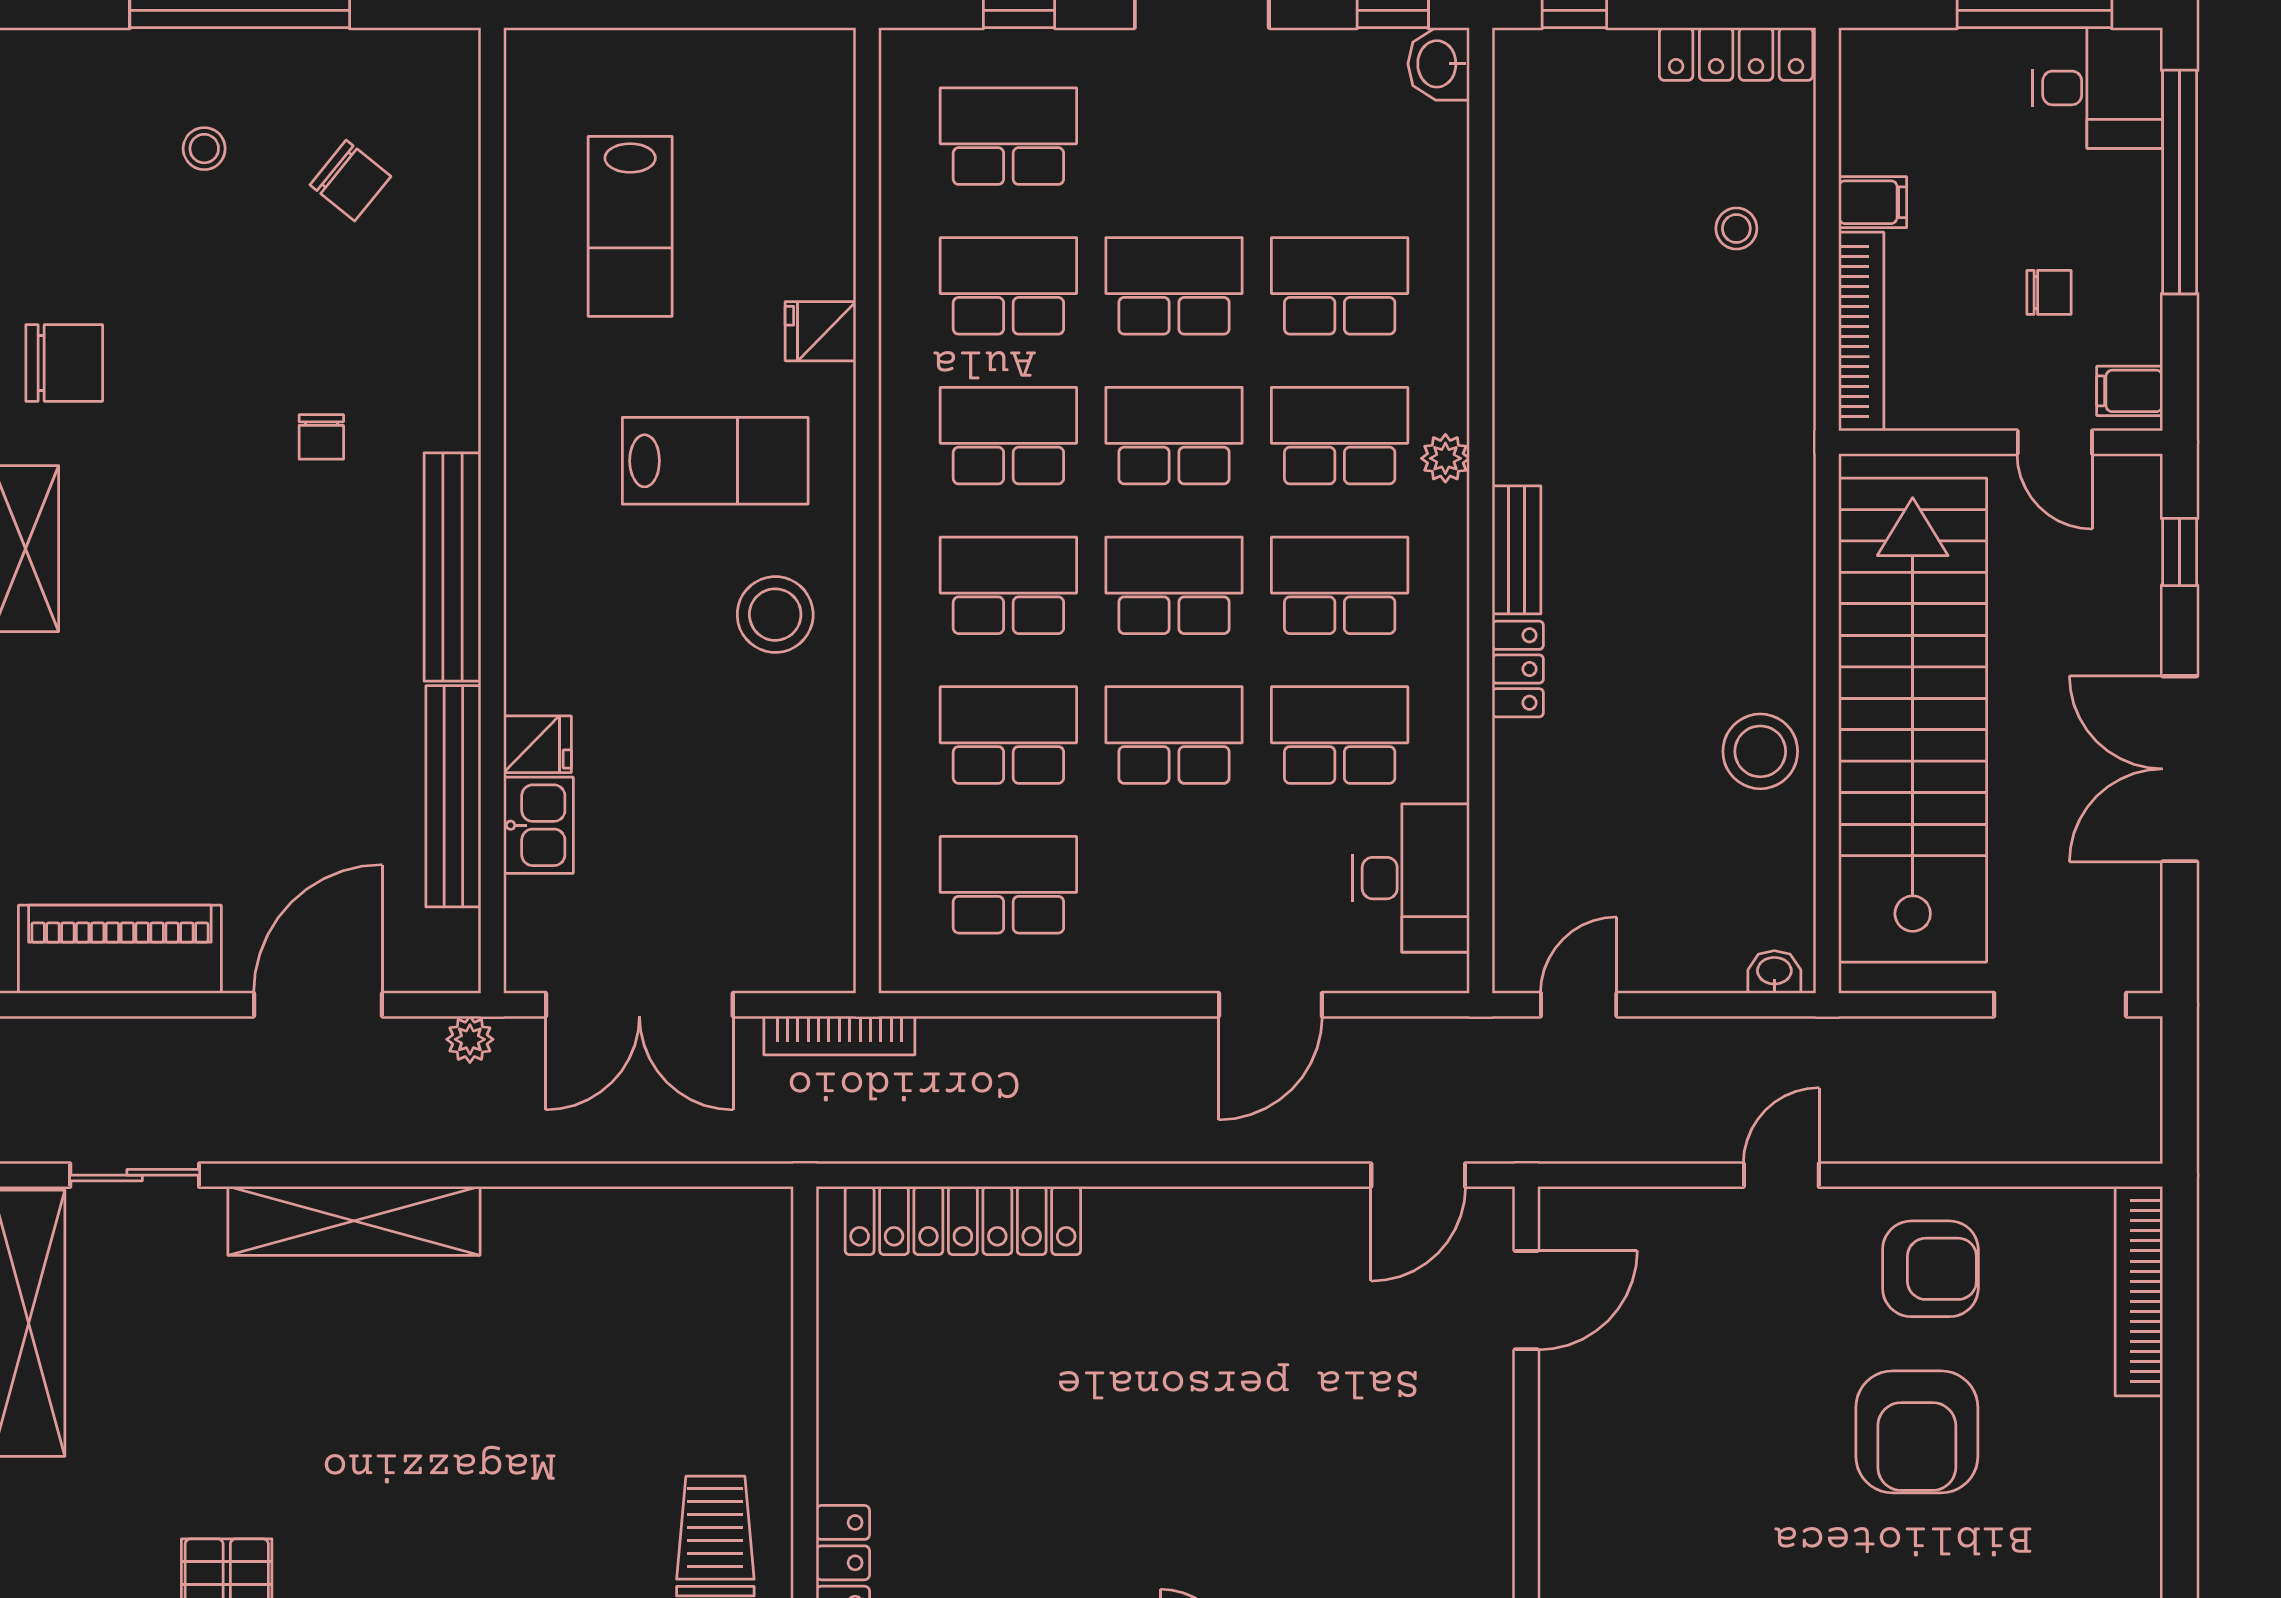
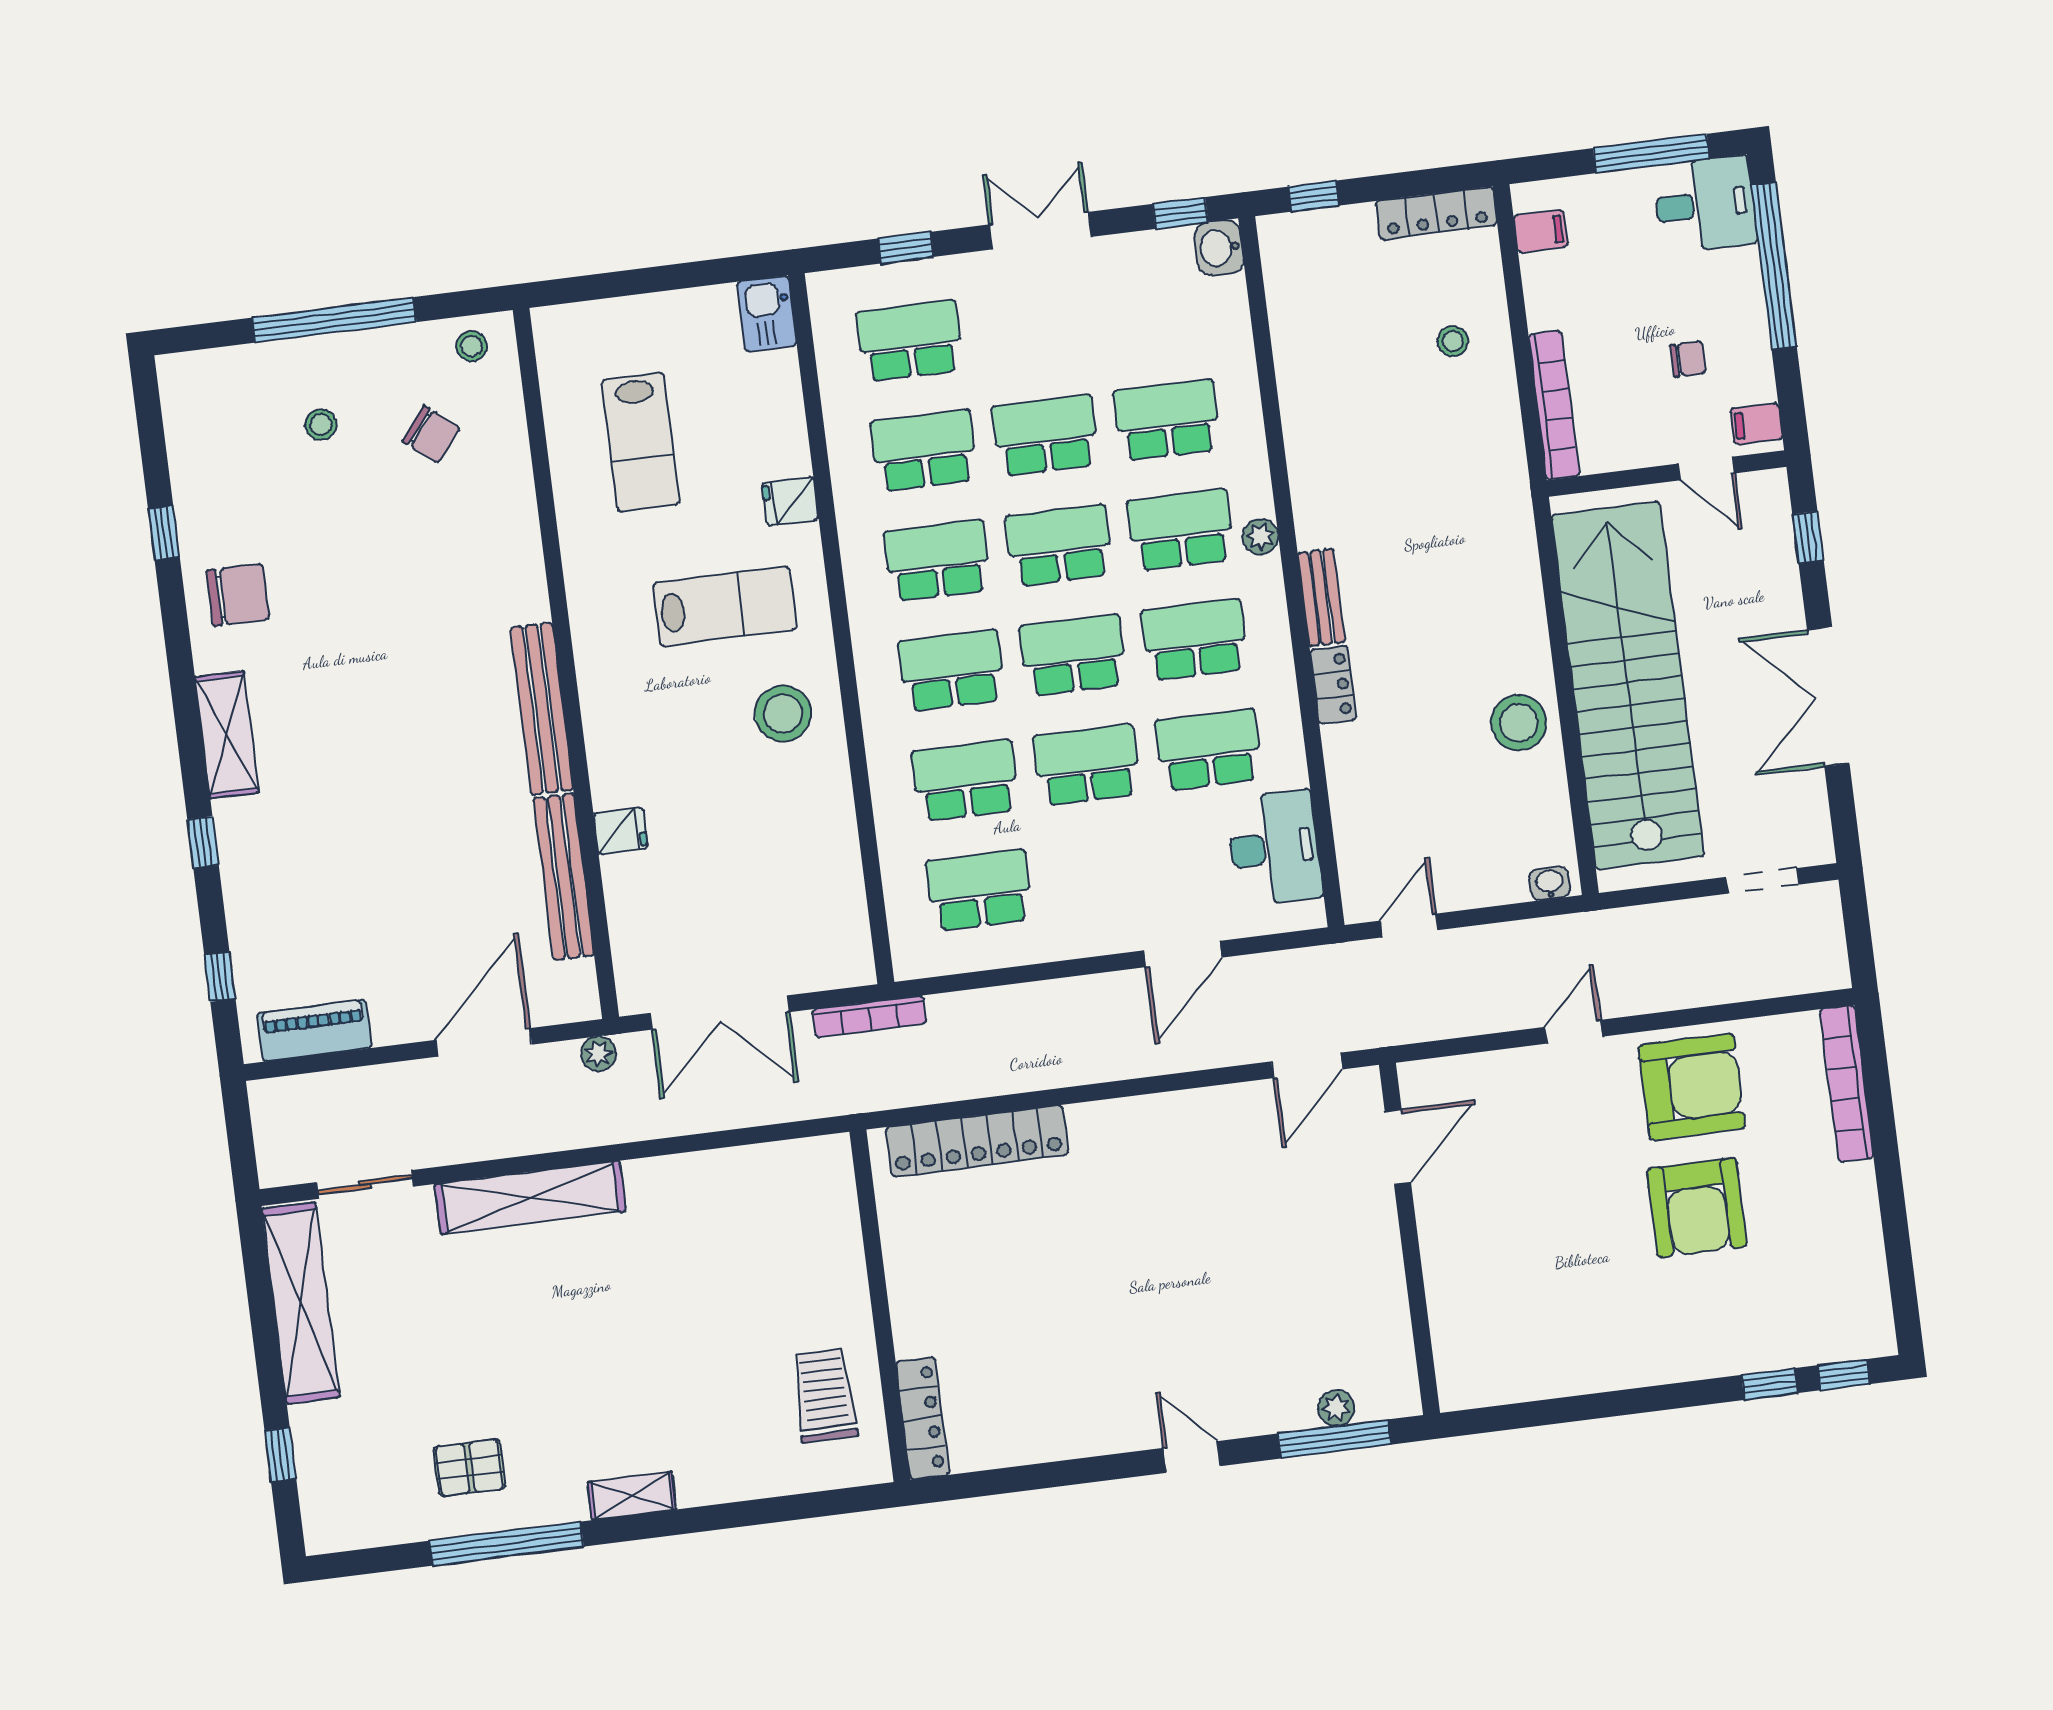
stool: (419, 69) -> (471, 346), added
filing cabinet: (1873, 202) -> (1541, 231), moved
chair: (321, 437) -> (434, 625), removed
kitchen sink: (538, 825) -> (767, 314), moved, turned 180
piano: (120, 949) -> (314, 1031), width x0.73, depth x0.75
doorway: (2060, 1005) -> (1762, 881), width x0.73
armchair: (1930, 1269) -> (1692, 1087), width x1.36, depth x1.36

